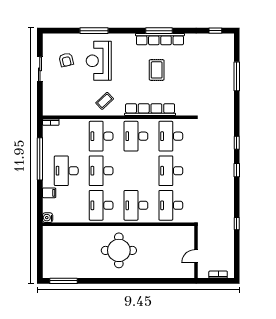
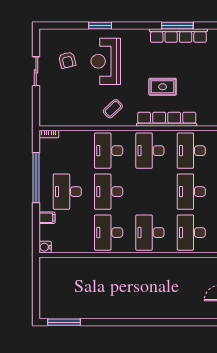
window: (94, 31) -> (100, 25), width x0.69
rug: (157, 70) -> (163, 87), moved, turned 90
round table: (119, 250) -> (130, 286), removed

